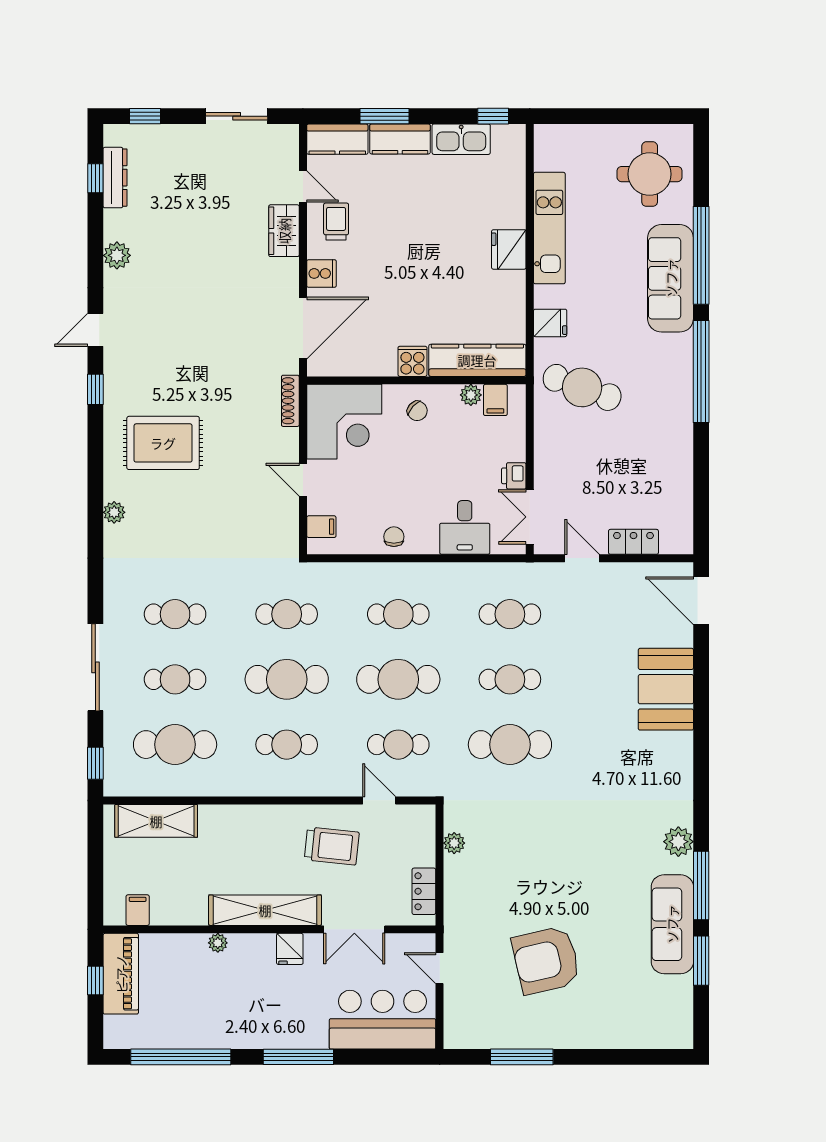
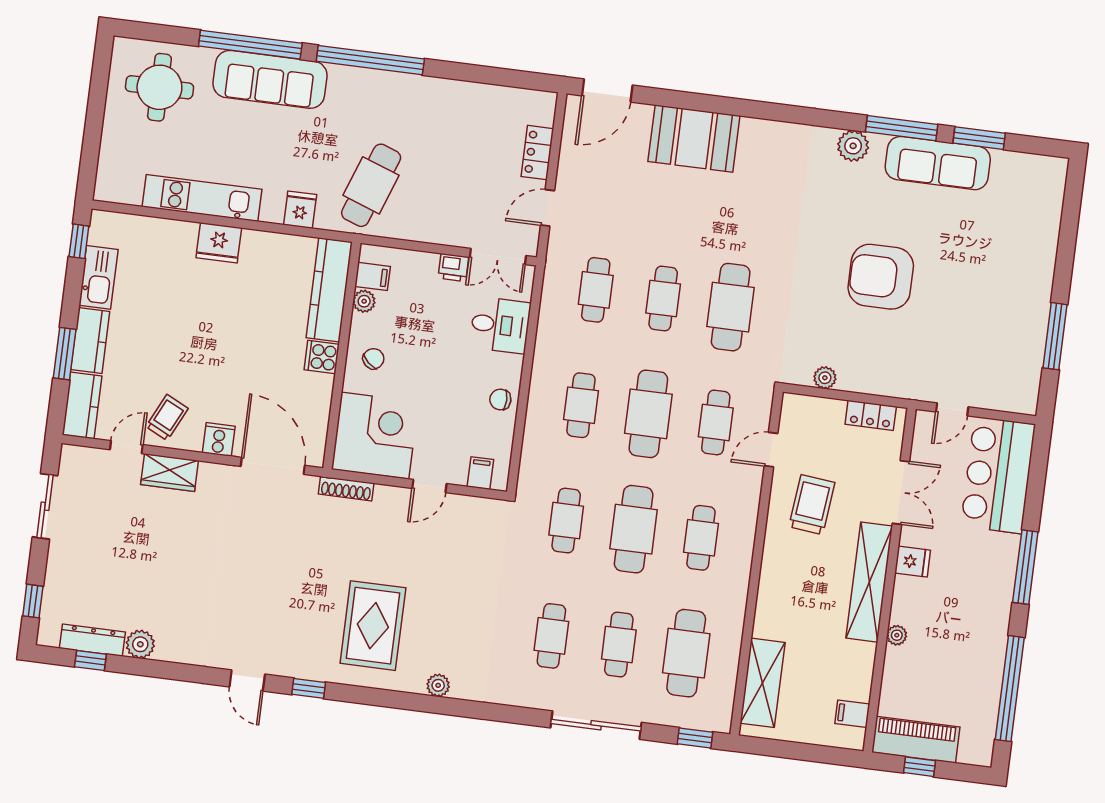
trolley: (336, 222) -> (167, 418), turned 116
plant: (117, 255) -> (140, 644), moved
armchair: (546, 960) -> (881, 277), moved, turned 103

